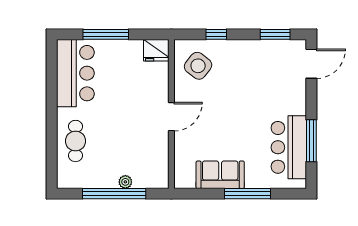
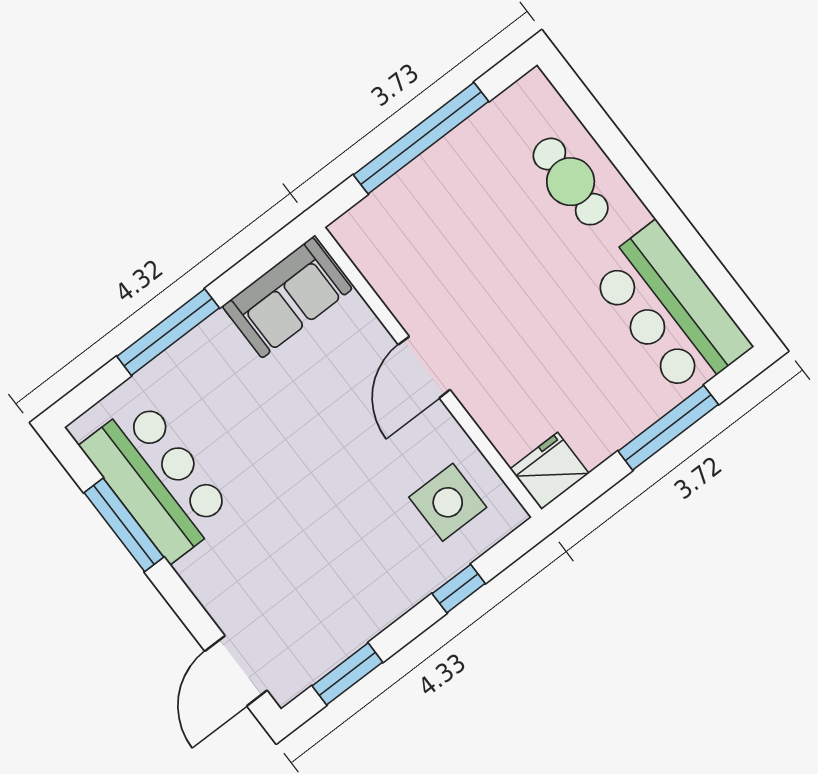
side table: (198, 66) -> (448, 502), turned -38
sofa: (220, 175) -> (287, 298), moved
plant: (125, 182) -> (417, 177), removed

